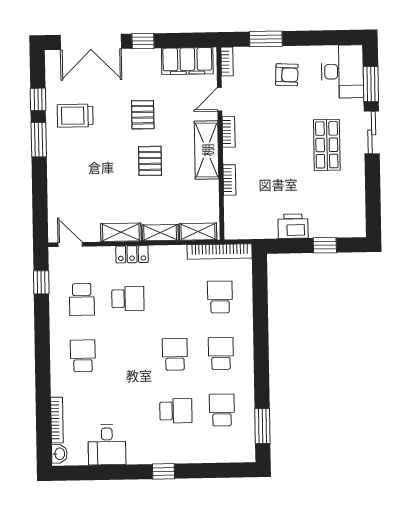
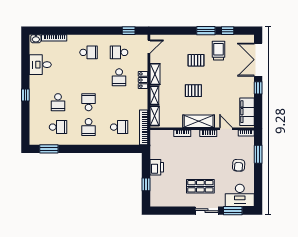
pallet: (143, 115) -> (196, 60), moved
school desk: (221, 353) -> (89, 127), turned 90
school desk: (175, 354) -> (89, 102), turned -90

